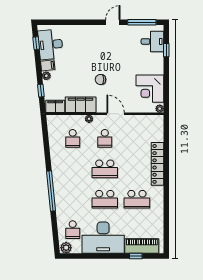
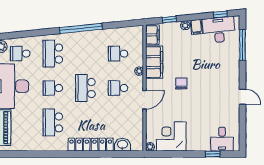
window: (142, 22) -> (243, 45), moved
washbasin: (158, 134) -> (122, 145), added
window: (51, 191) -> (81, 28), moved
school desk: (73, 199) -> (53, 54), added
school desk: (105, 199) -> (53, 88), width x0.54

